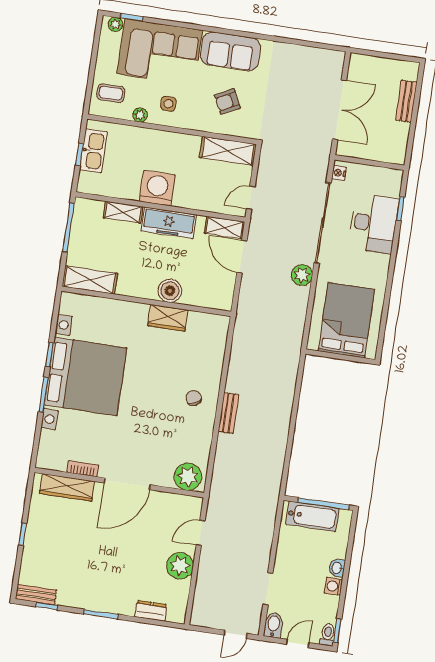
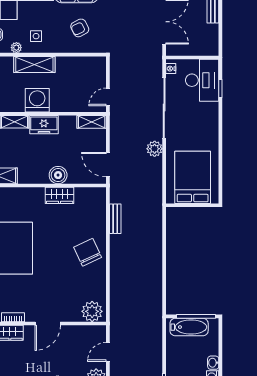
shelving: (228, 151) -> (34, 65), moved
freezer: (169, 223) -> (44, 125), width x0.71
desk: (374, 223) -> (202, 80), moved
door: (242, 257) -> (108, 165), moved
chair: (194, 398) -> (88, 252), width x1.87, depth x1.87
bench: (228, 413) -> (115, 219), moved
door: (127, 484) -> (48, 323), width x0.73

